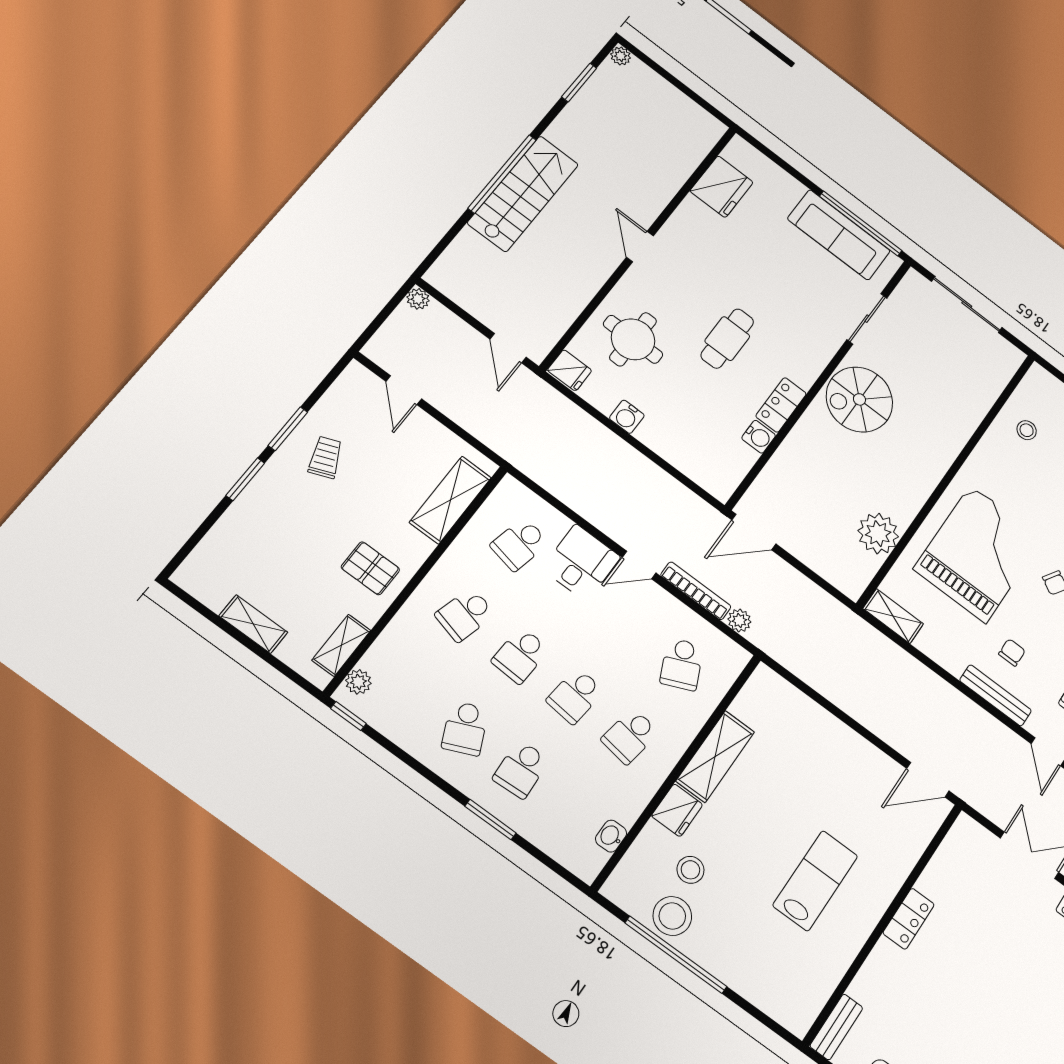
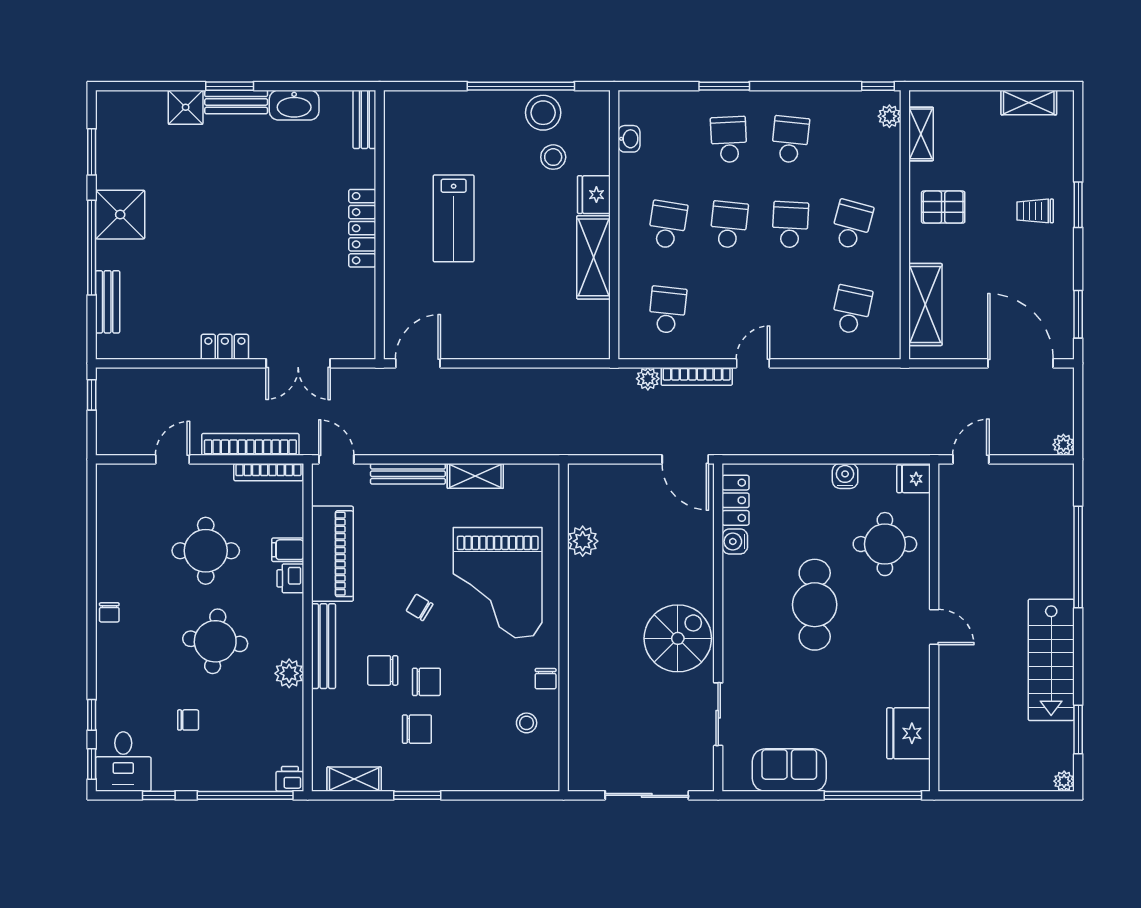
window: (502, 174) -> (1078, 557), moved
stairs: (523, 194) -> (1051, 660), moved
window: (861, 223) -> (873, 795), moved
sofa: (839, 235) -> (789, 770), width x0.73
cafe table: (727, 339) -> (815, 605), width x1.37, depth x1.35
door: (508, 348) -> (971, 459), hinge flipped
door: (404, 390) -> (1020, 363), width x1.87
locker: (781, 405) -> (736, 500), moved
window: (288, 429) -> (1078, 314), moved
trolley: (325, 457) -> (1035, 211), moved, turned 113
door: (754, 532) -> (685, 459), swing flipped
plant: (878, 534) -> (583, 541), width x0.73, depth x0.73
desk: (581, 563) -> (797, 331), removed
shelving: (893, 616) -> (475, 476), moved
shelving: (253, 624) -> (1029, 102), moved
chair: (1012, 652) -> (546, 679), moved
school desk: (682, 664) -> (667, 310), turned 30
school desk: (465, 728) -> (790, 139), turned 30
locker: (909, 919) -> (362, 228), width x1.53

